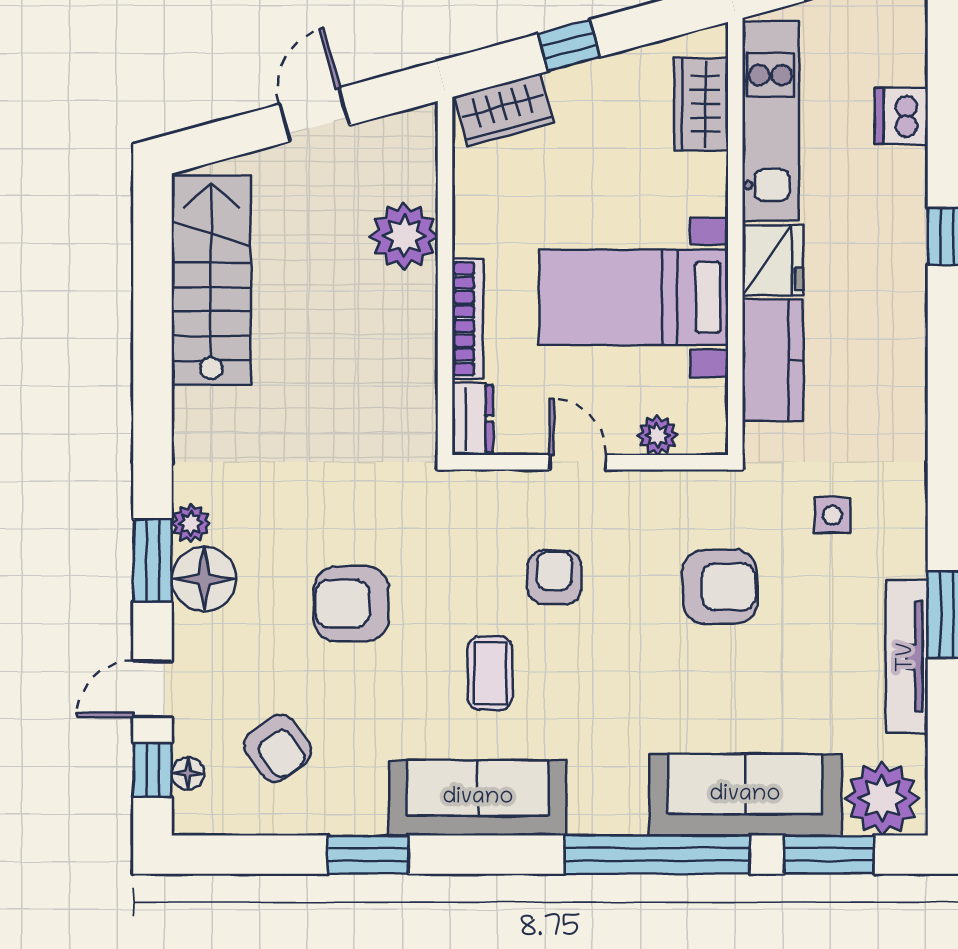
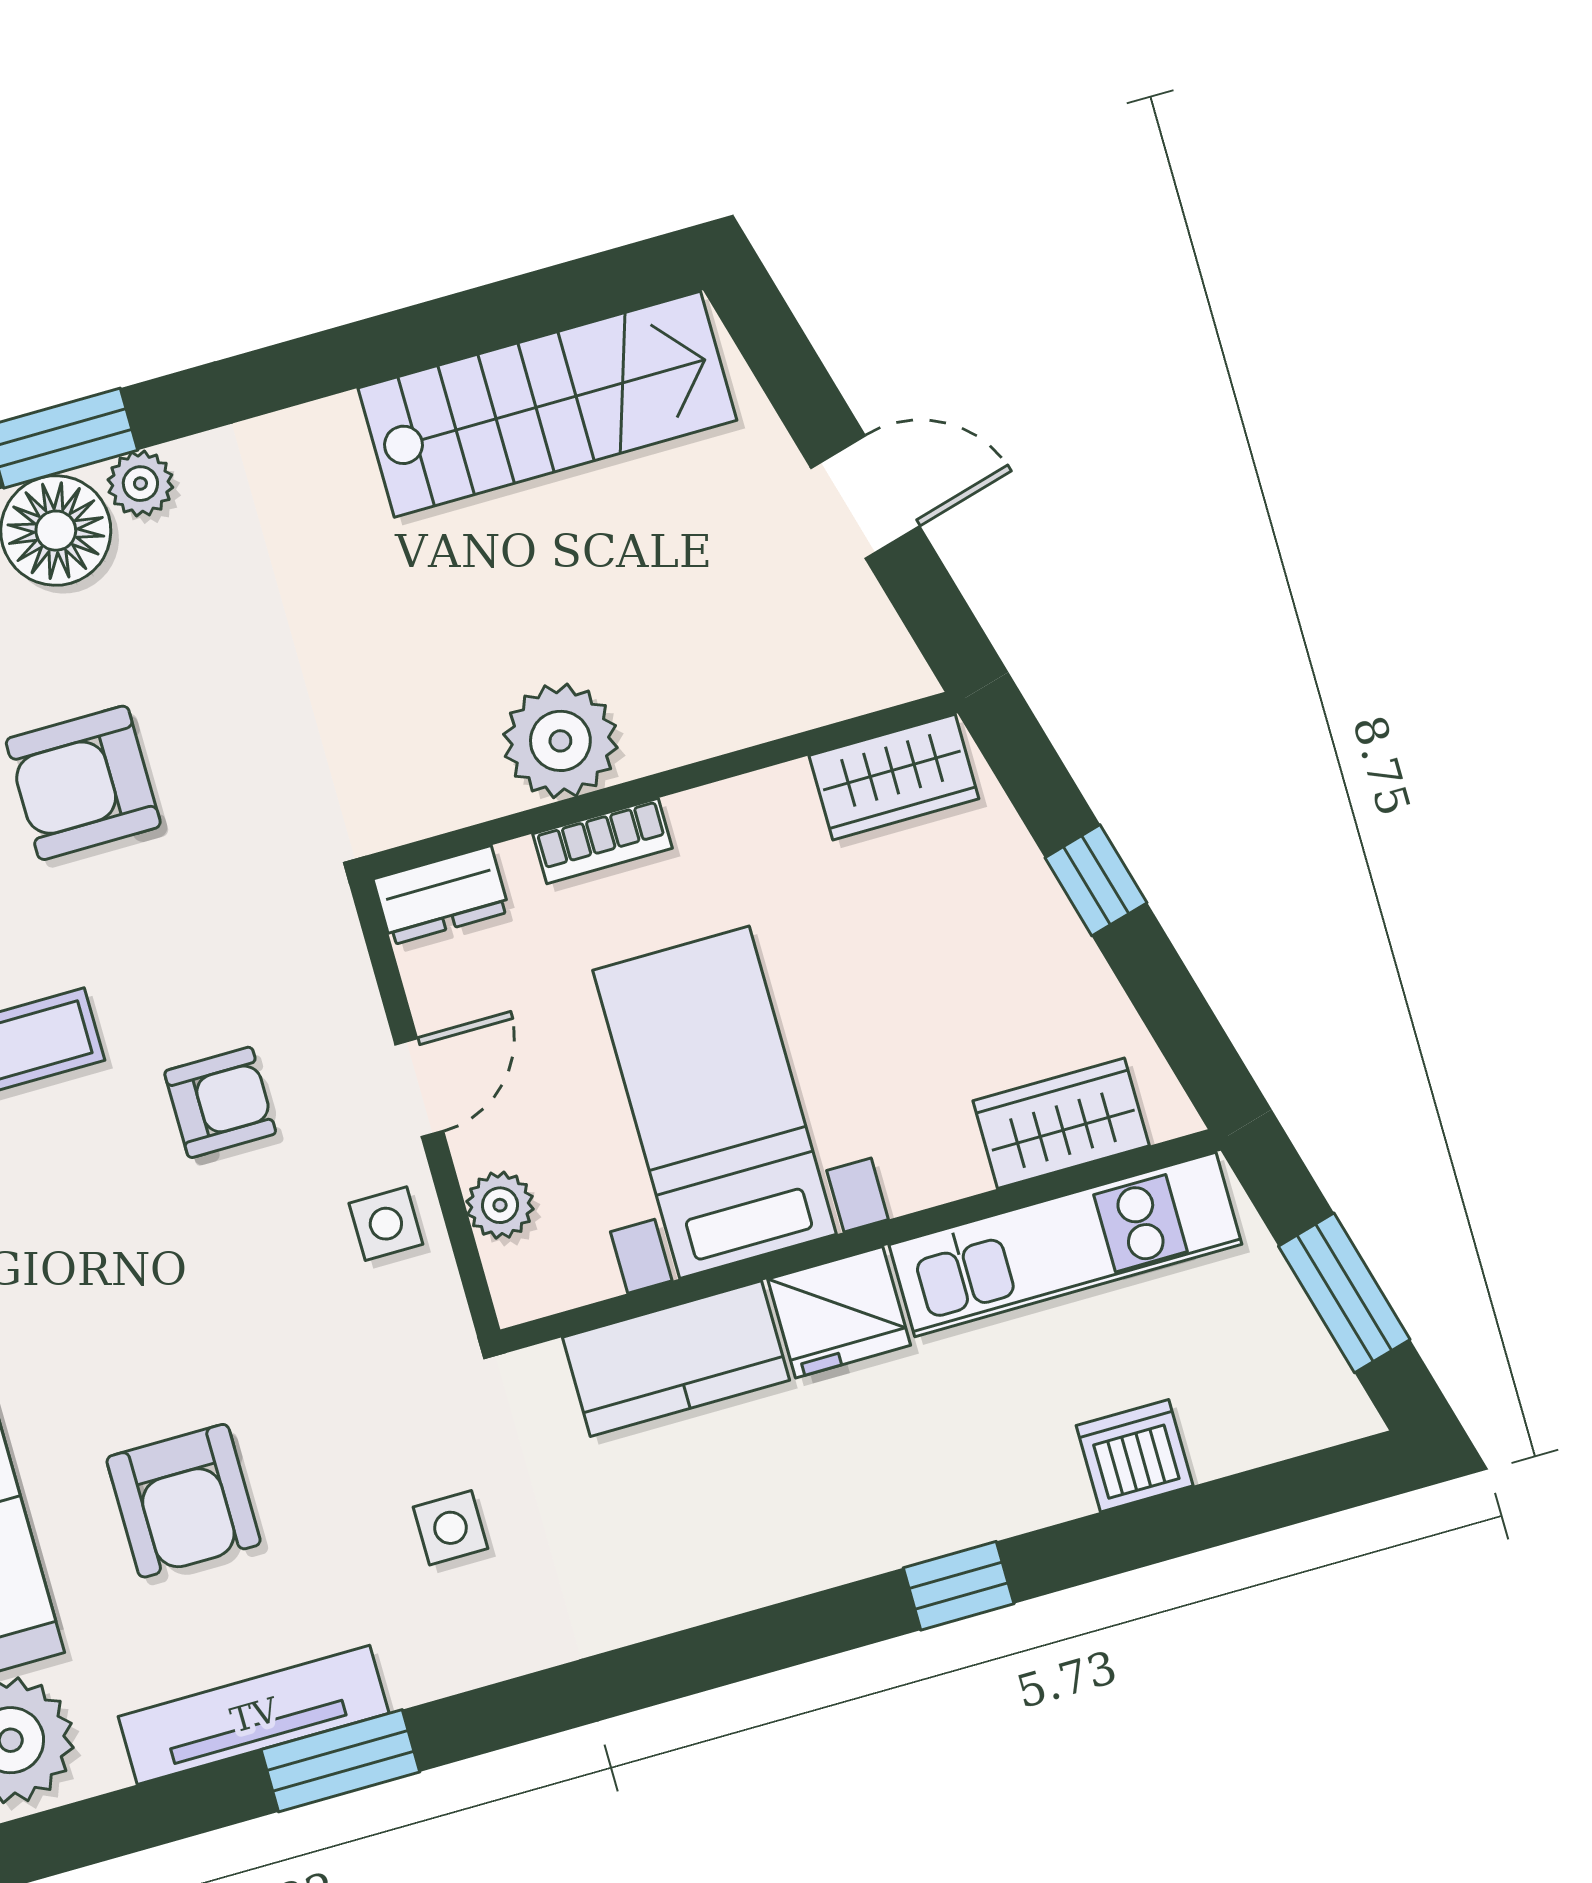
wardrobe: (504, 110) -> (894, 777), moved, turned -75
plant: (404, 236) -> (560, 741), moved
bookcase: (468, 319) -> (602, 841), width x0.64
side table: (650, 503) -> (386, 1224), added
armchair: (720, 587) -> (184, 1501), moved
armchair: (351, 604) -> (83, 783), turned -90

